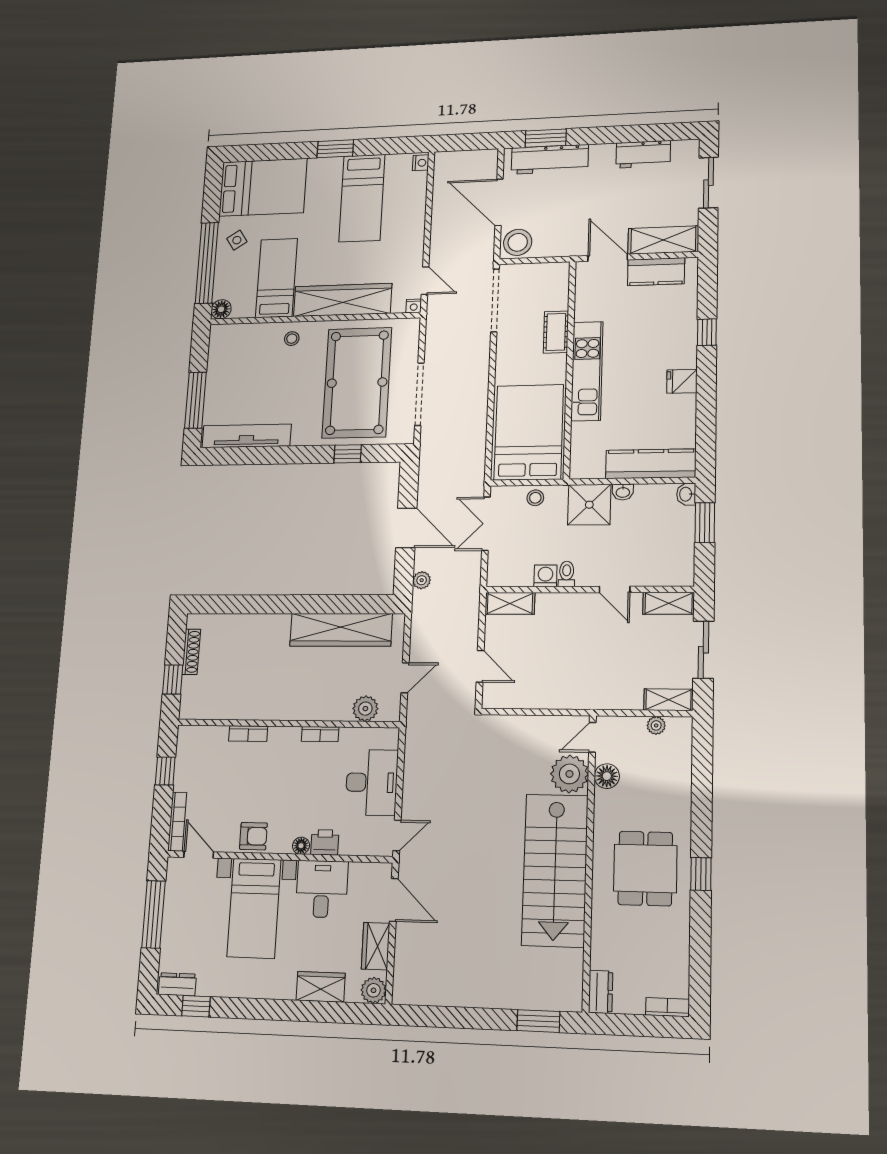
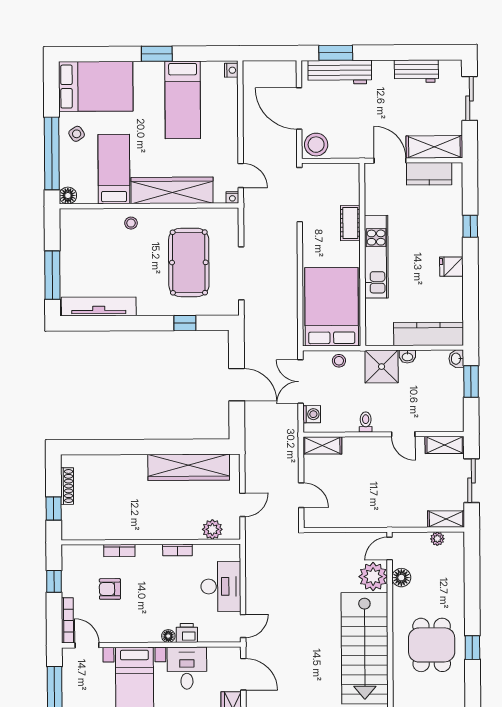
pool table: (357, 383) -> (189, 262), width x0.73, depth x0.76
washing machine: (545, 576) -> (312, 414), moved, turned 90
plant: (422, 580) -> (251, 427), removed
armchair: (253, 836) -> (110, 589), moved, turned 180

